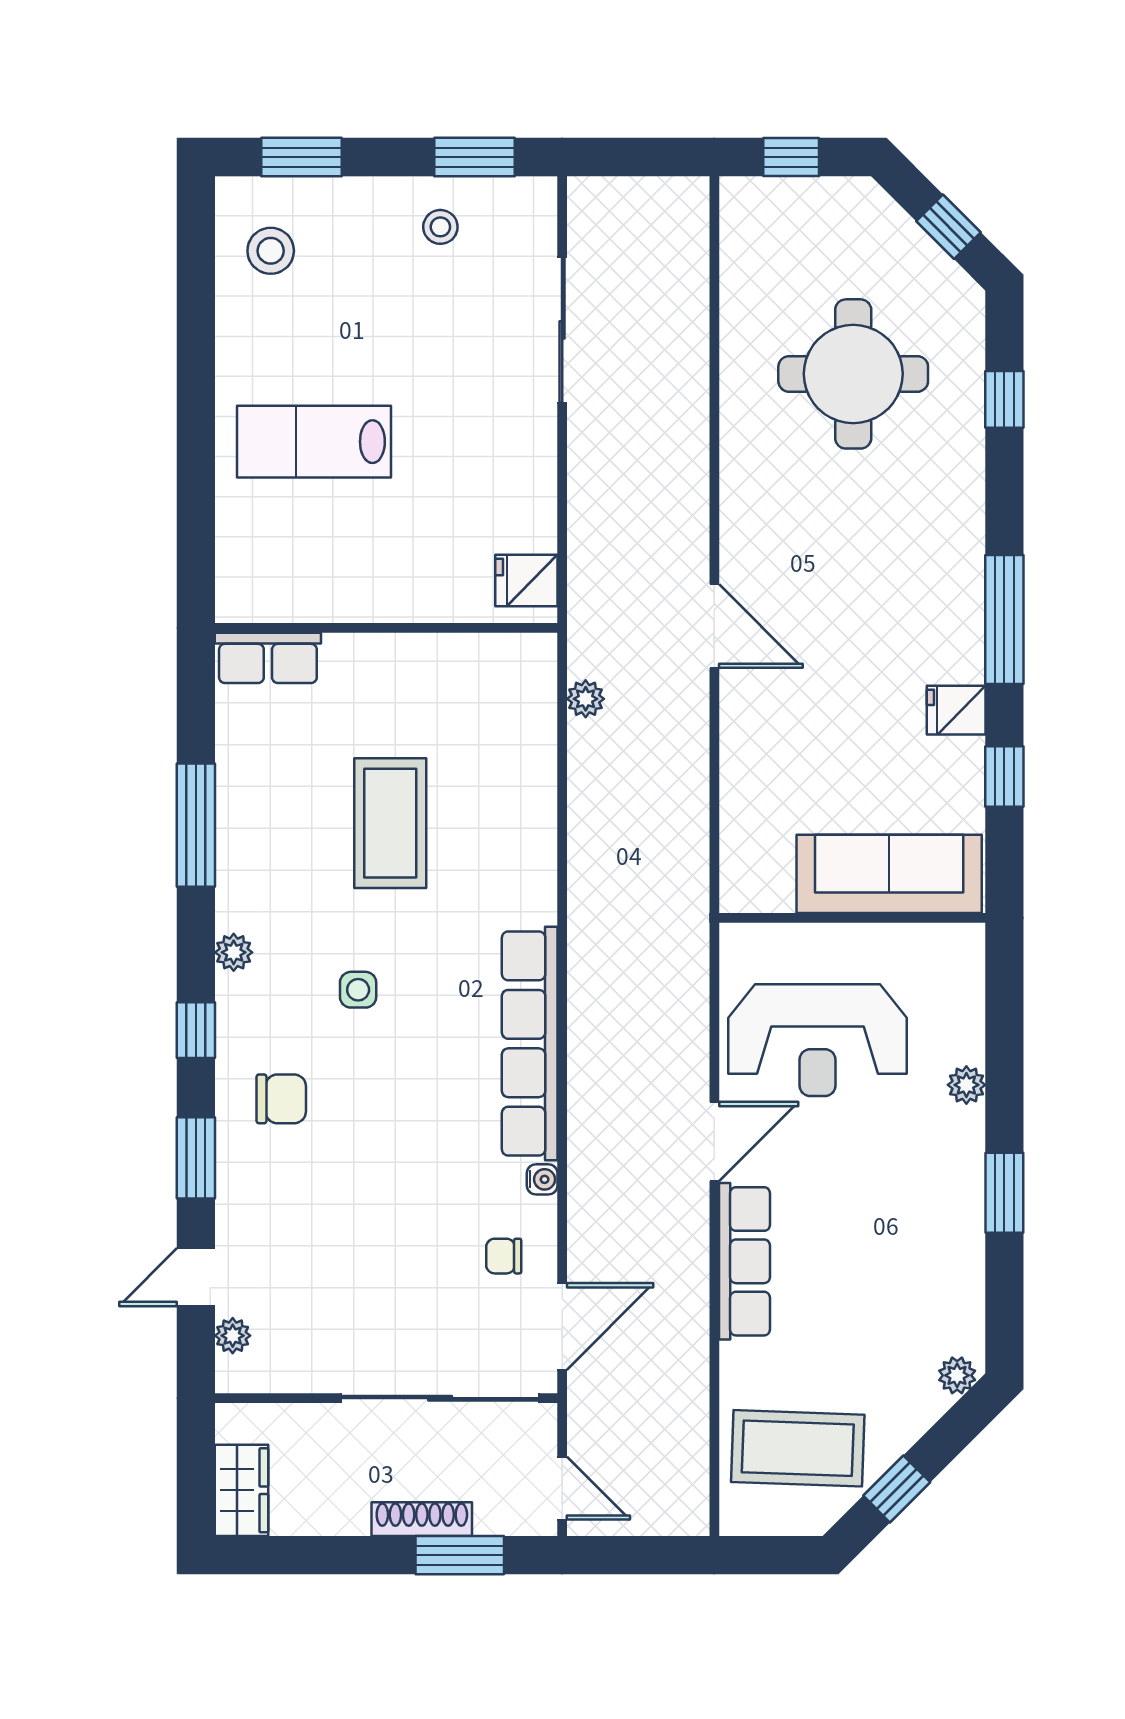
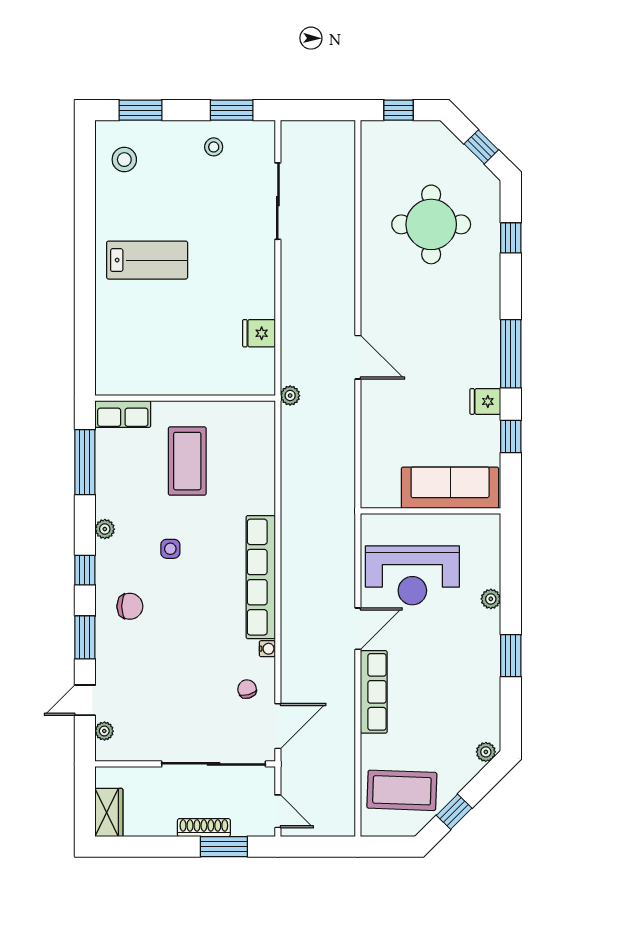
lab bench: (314, 442) -> (147, 260), turned 180
wall: (386, 628) -> (185, 398), moved
row of seats: (268, 658) -> (123, 414), moved
chair: (504, 1256) -> (247, 689), turned 74

